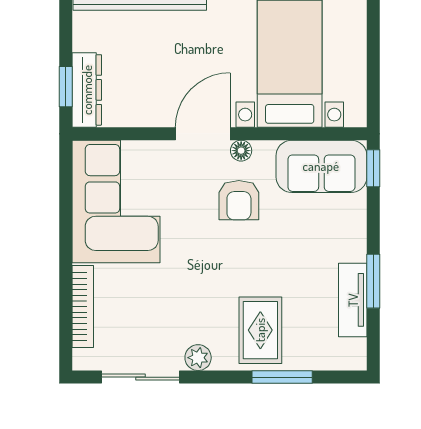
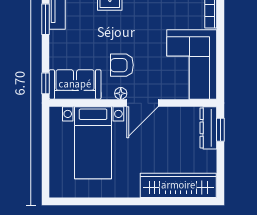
armchair: (239, 200) -> (122, 65), turned -90

